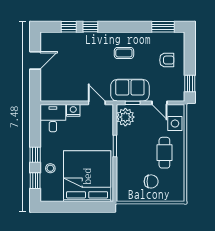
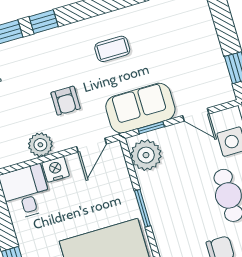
armchair: (167, 60) -> (66, 101), moved, turned 90
plant: (69, 94) -> (40, 145), added
door: (97, 103) -> (91, 145), swing flipped

